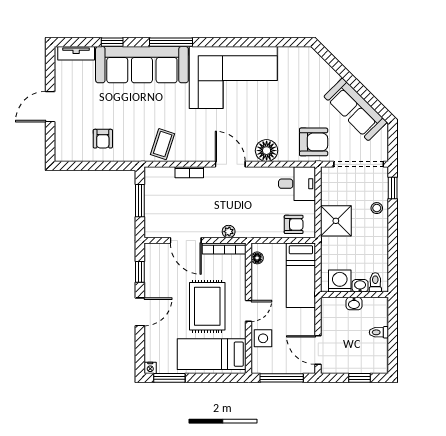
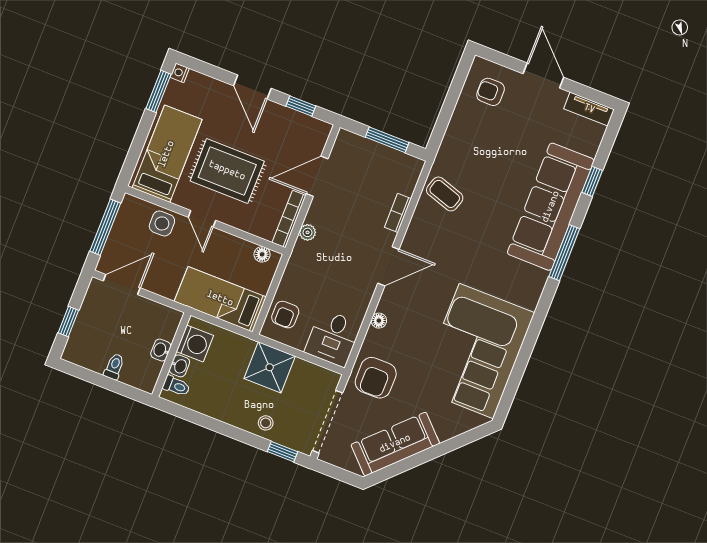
tv unit: (76, 53) -> (589, 109), moved, turned -90
corner sofa: (233, 77) -> (476, 351), moved
armchair: (103, 139) -> (491, 92), moved
floor lamp: (267, 151) -> (379, 321), width x0.53, depth x0.53

